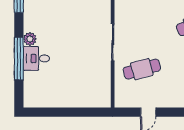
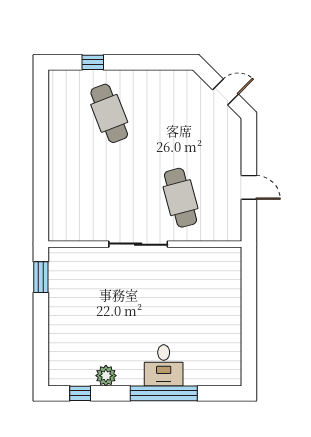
plant: (30, 39) -> (106, 376), moved

